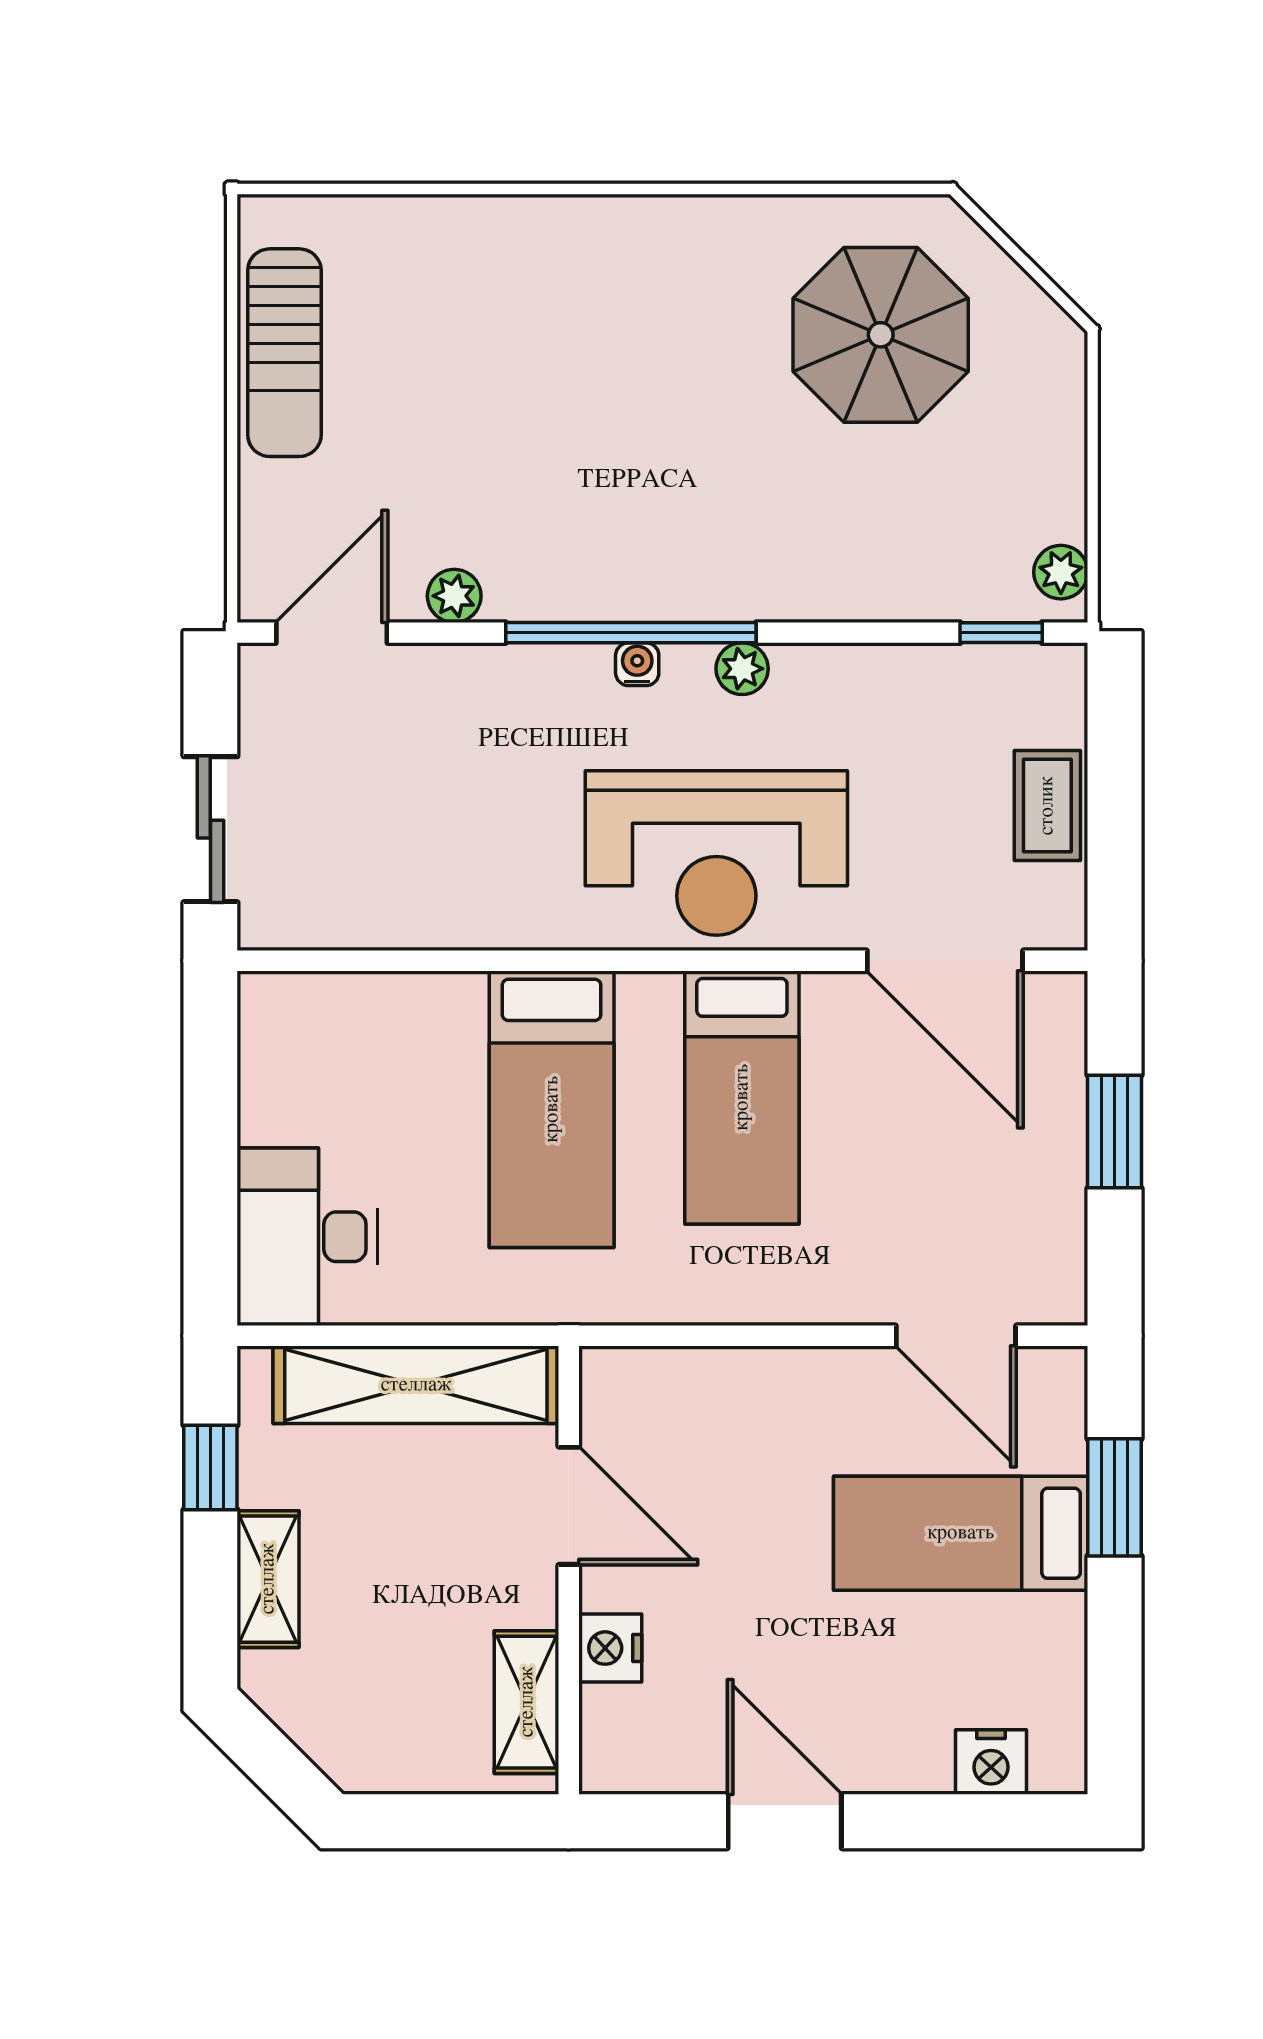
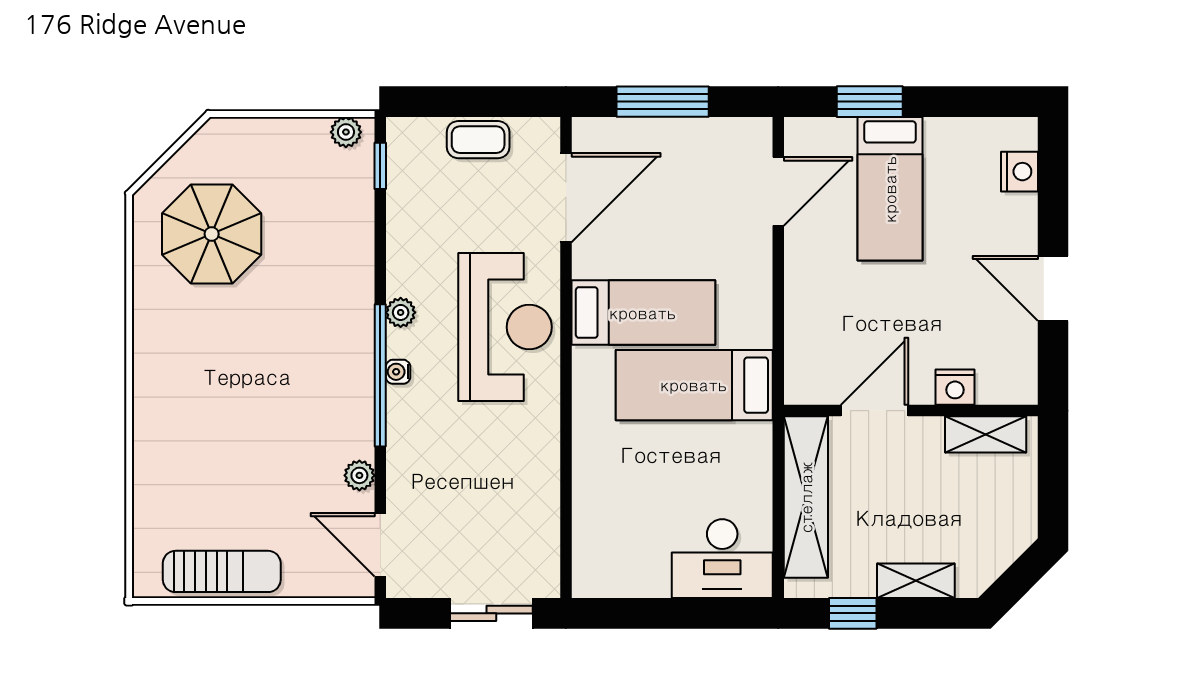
bed: (552, 1109) -> (694, 385), moved, turned 180
window: (1114, 1132) -> (663, 102), width x1.44
door: (785, 1821) -> (1053, 288), hinge flipped

